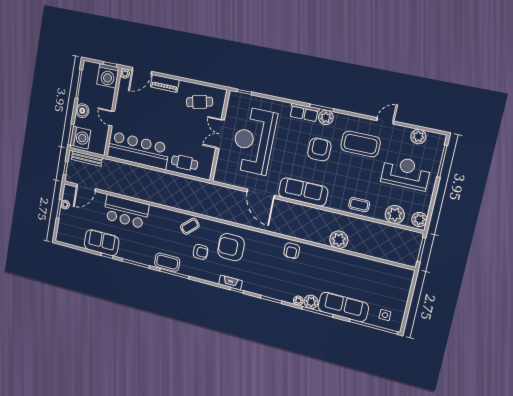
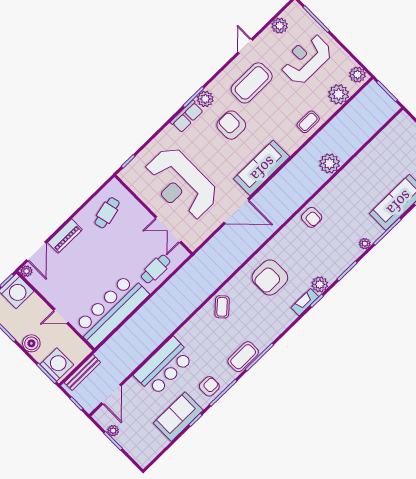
double door: (220, 134) -> (168, 230), moved
armchair: (201, 252) -> (209, 386), moved
plant: (311, 302) -> (320, 284), moved

